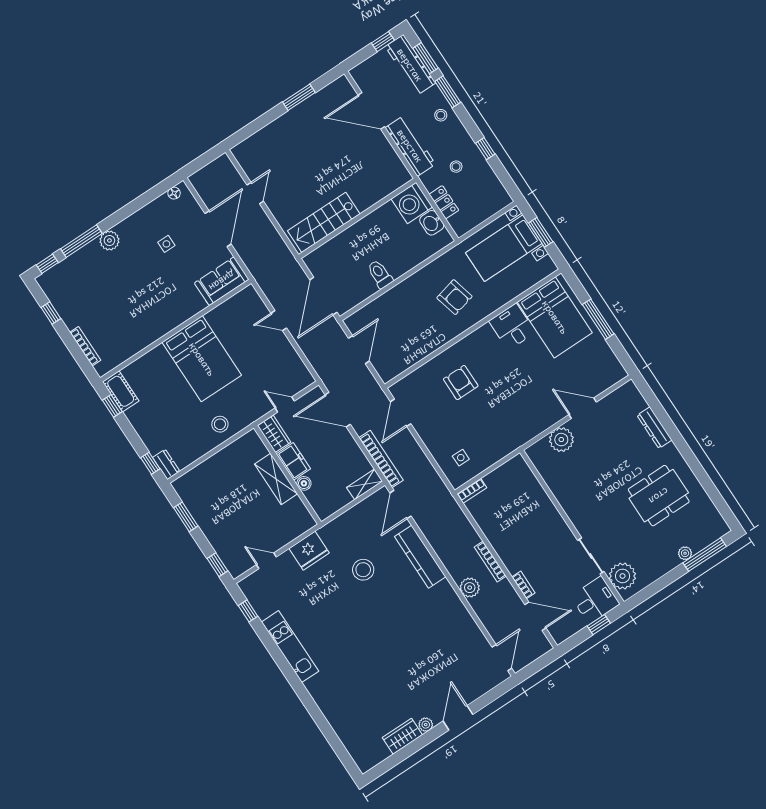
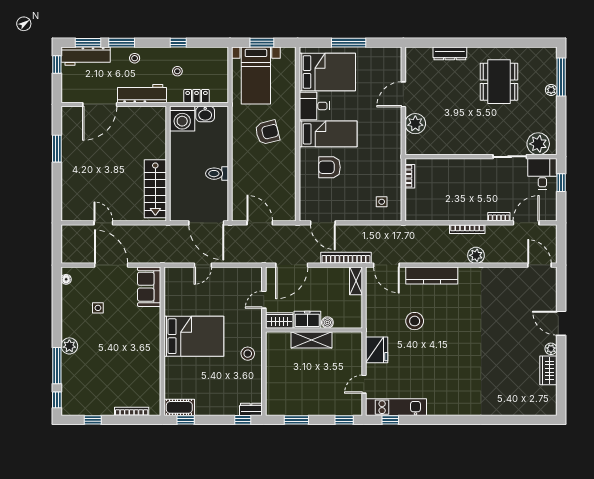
bed: (493, 359) -> (328, 134), added
bookcase: (472, 491) -> (410, 176), moved
kitchen unit: (290, 647) -> (396, 407), moved

